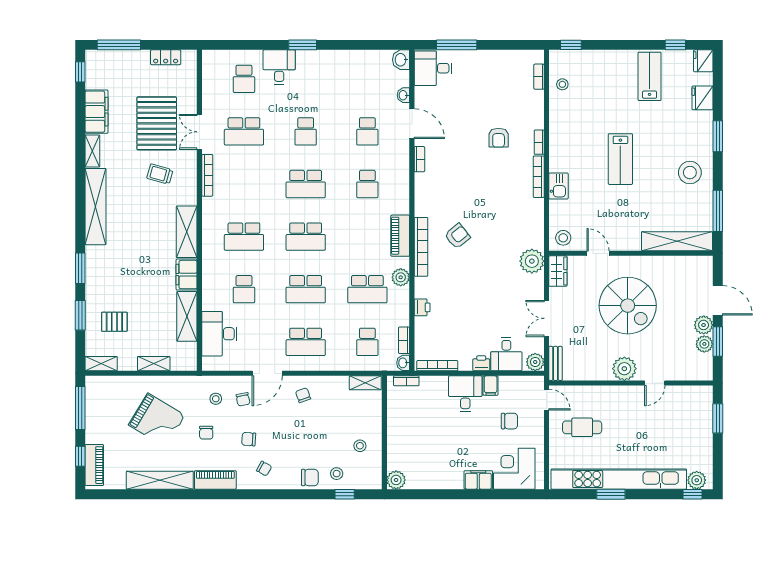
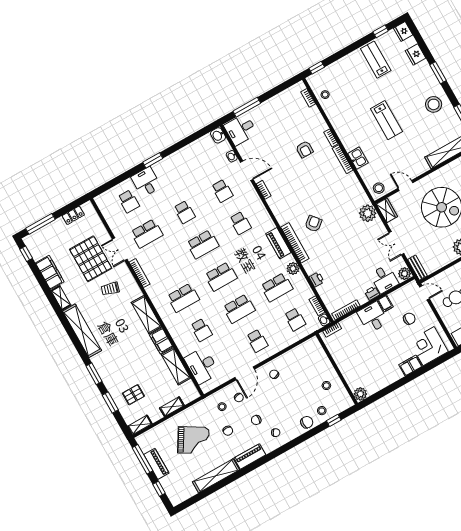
school desk: (306, 342) -> (257, 341), width x0.54
shelving: (365, 383) -> (308, 345), removed
piano: (94, 465) -> (156, 464), moved

